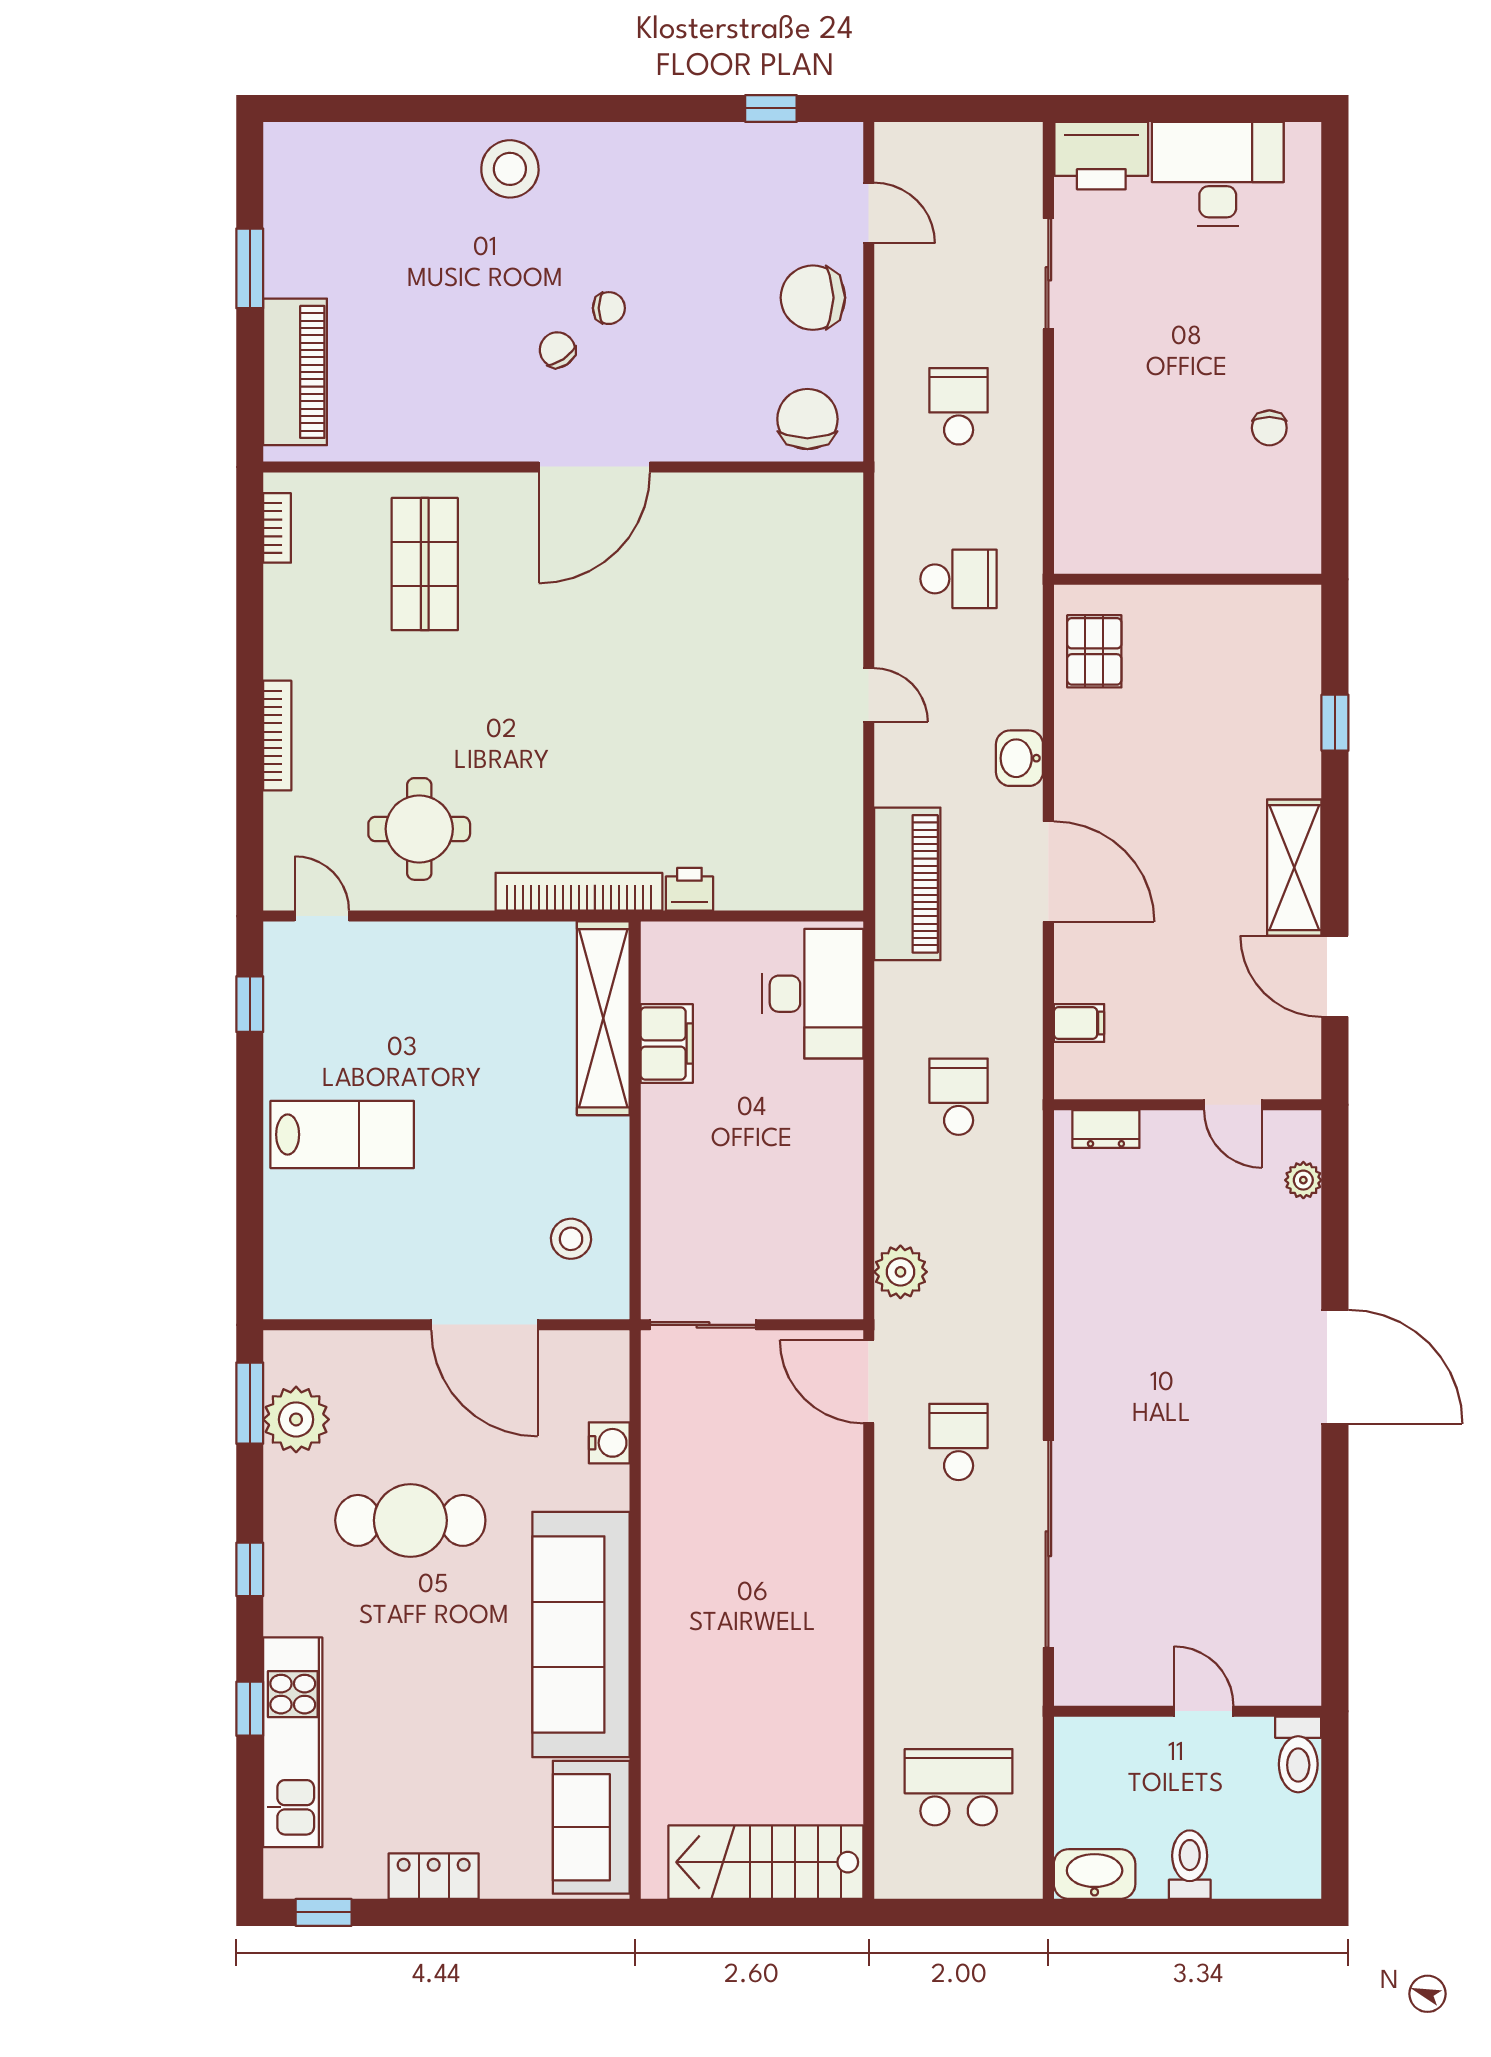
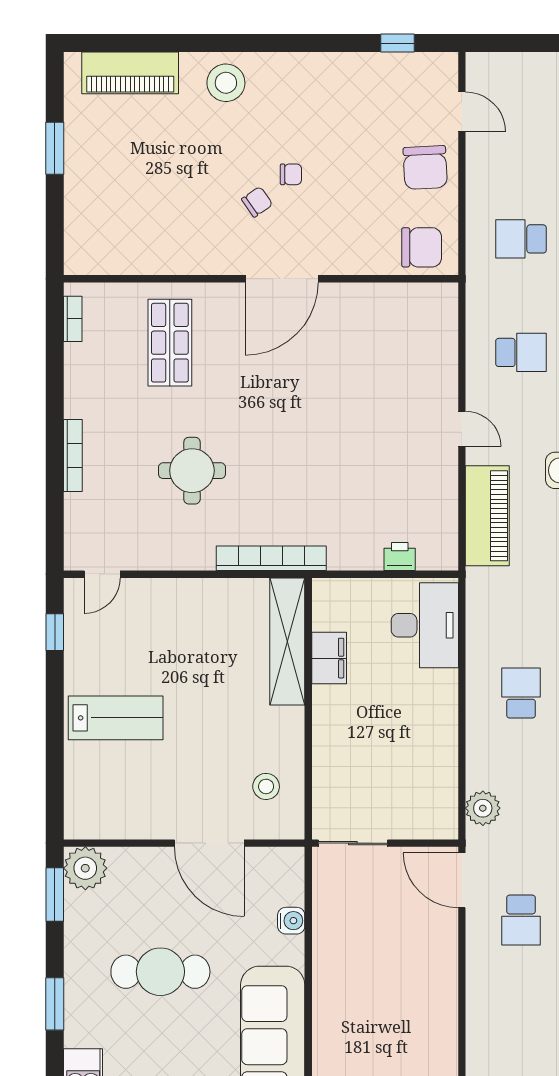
chair: (813, 298) -> (425, 167), turned -93
chair: (557, 350) -> (257, 202), turned 89
piano: (295, 372) -> (130, 73), moved, turned 90
school desk: (959, 406) -> (521, 239), turned -90
chair: (807, 419) -> (422, 247), turned 90
round table: (419, 829) -> (192, 471), moved
piano: (907, 884) -> (487, 516), moved
printer: (689, 889) -> (400, 557), moved
door: (322, 916) -> (102, 574), swing flipped
plant: (296, 1419) -> (85, 868), moved
school desk: (959, 1442) -> (521, 920), turned 180
window: (250, 1569) -> (55, 1004), width x1.50

